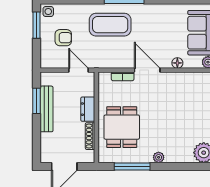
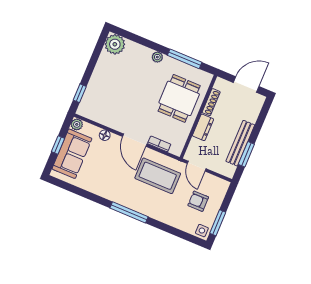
coffee table: (110, 25) -> (158, 176), moved

